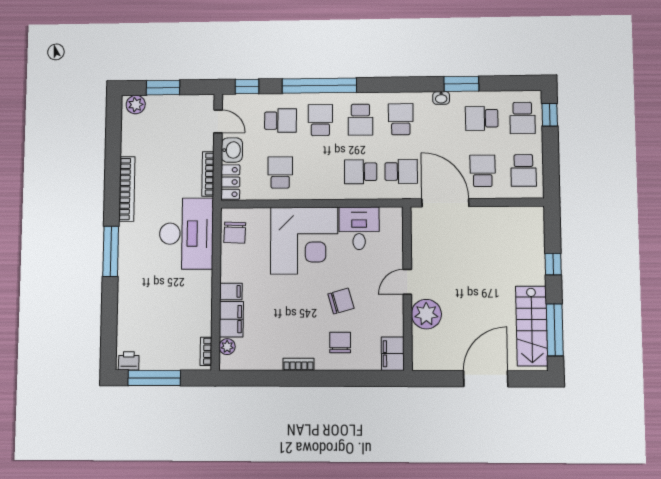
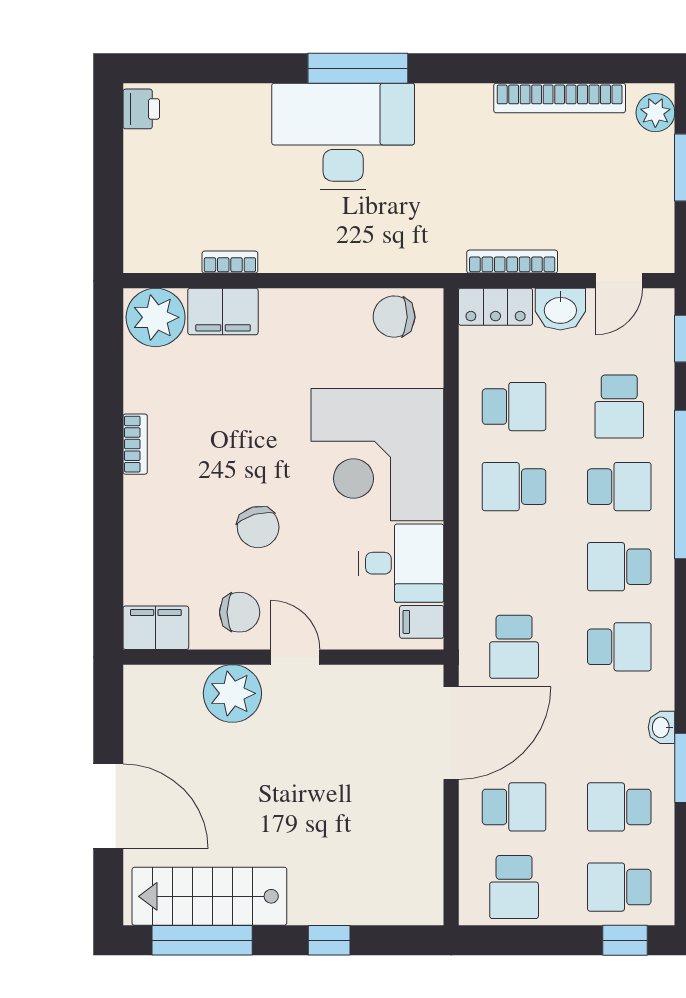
school desk: (482, 118) -> (619, 807), turned -90
school desk: (524, 170) -> (514, 887), turned -90
school desk: (361, 172) -> (514, 487), moved, turned -90
bookcase: (127, 189) -> (560, 98), moved
desk: (186, 234) -> (343, 136), moved, turned 180
filing cabinet: (231, 291) -> (422, 622), moved, turned 90
chair: (340, 342) -> (240, 612), moved
plant: (227, 347) -> (156, 317), width x1.87, depth x1.87
bookcase: (206, 351) -> (230, 262), moved
window: (154, 378) -> (108, 161), removed

